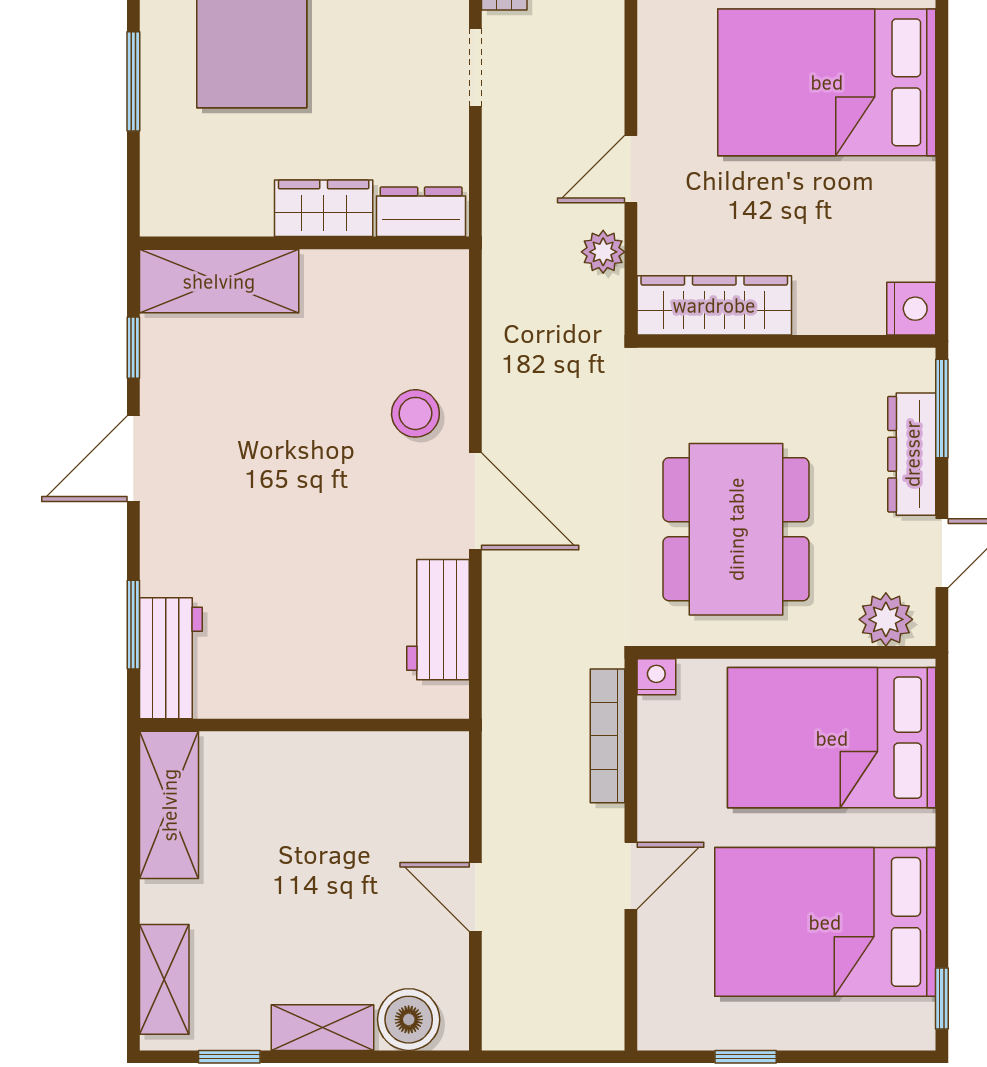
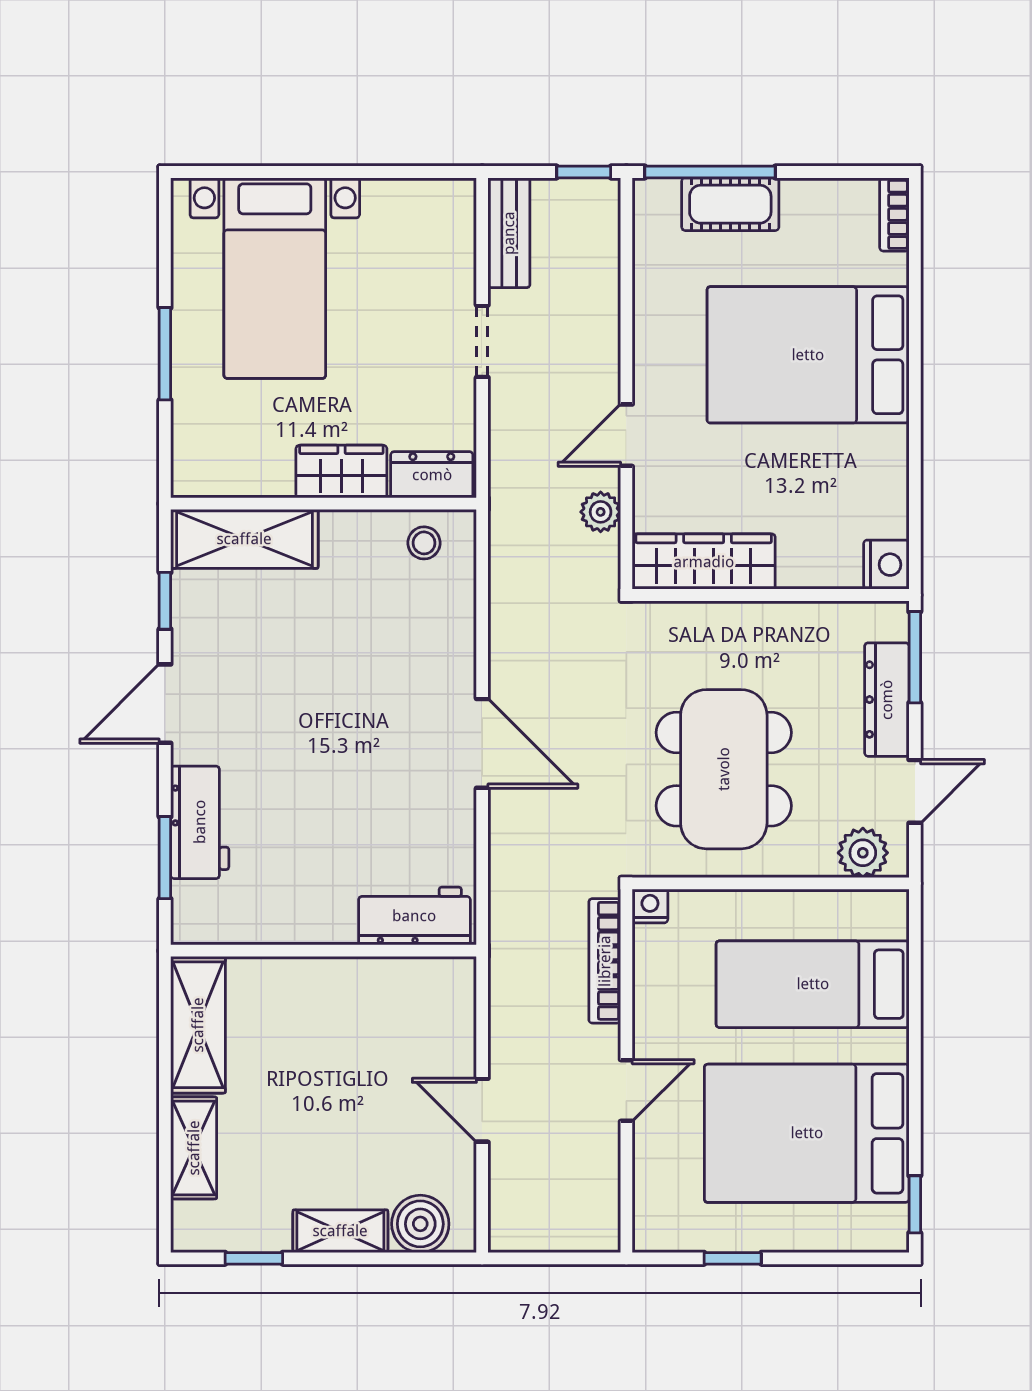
stool: (415, 413) -> (424, 543), moved, width x0.73, depth x0.73
workbench: (438, 620) -> (414, 916), moved, turned 90
workbench: (171, 658) -> (200, 822), moved
bed: (832, 738) -> (813, 984), width x0.67
shelving: (164, 979) -> (194, 1148), moved

